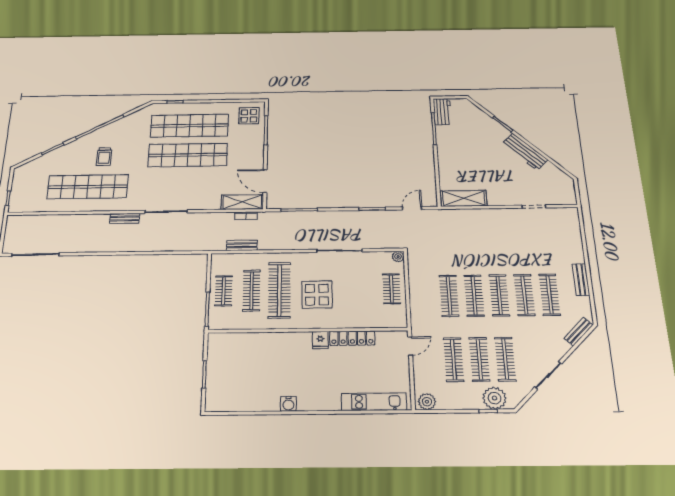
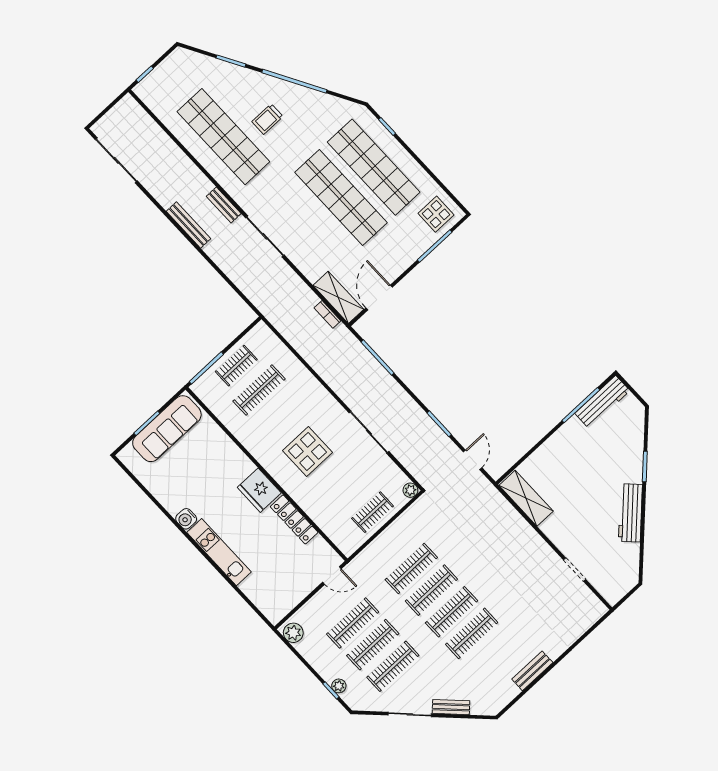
workbench: (442, 112) -> (602, 402), width x1.38
door: (412, 208) -> (473, 460), hinge flipped
bench: (242, 245) -> (188, 225), moved, width x1.36
clothes rail: (279, 290) -> (282, 414), removed
clothes rail: (549, 295) -> (492, 655), removed
bench: (579, 332) -> (451, 707), moved
fridge: (320, 340) -> (259, 490), width x1.88, depth x1.34
sofa: (220, 365) -> (167, 429), added
plant: (494, 398) -> (339, 686), width x0.53, depth x0.53
kitchen unit: (374, 402) -> (219, 552), moved

